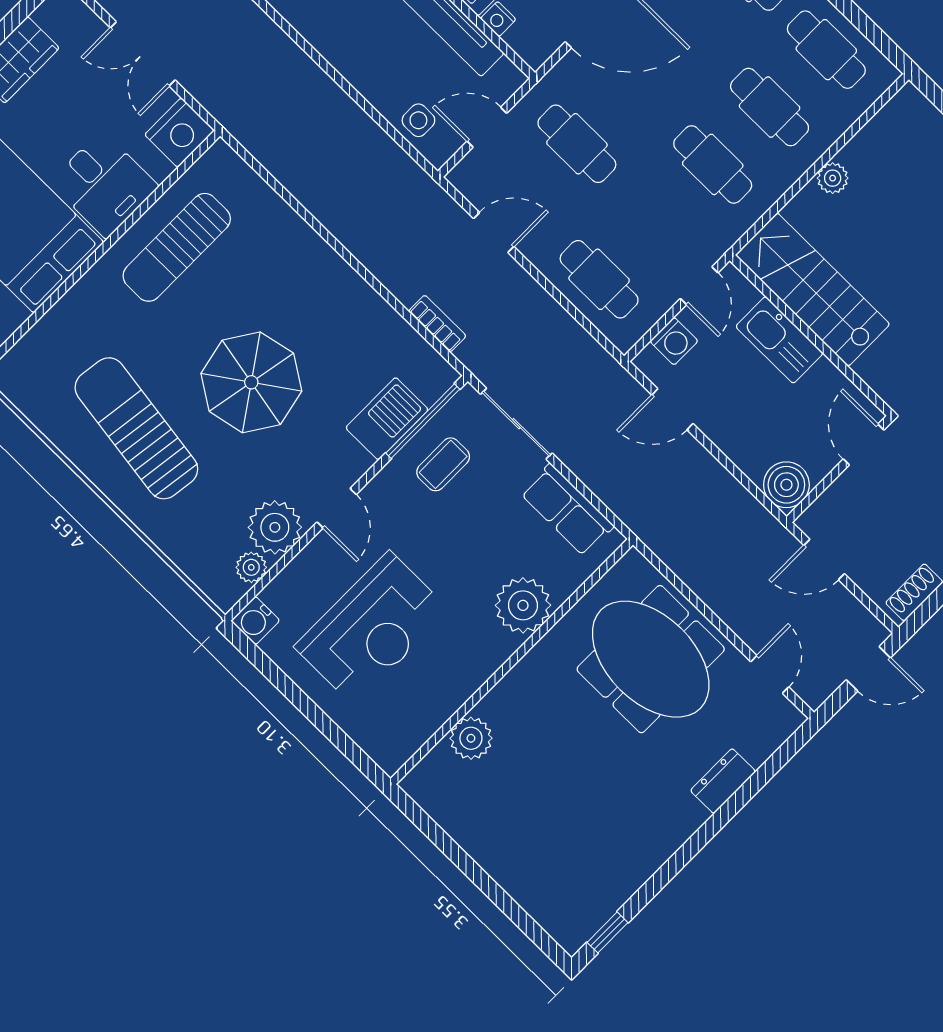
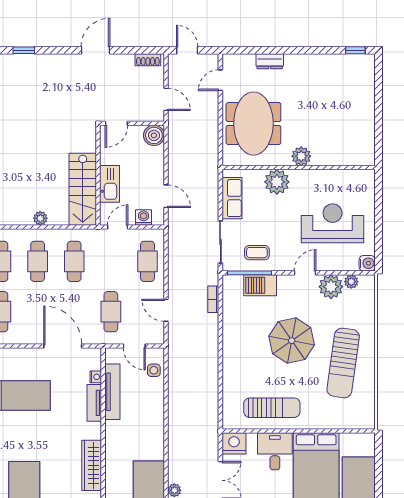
plant: (471, 738) -> (301, 156), moved

